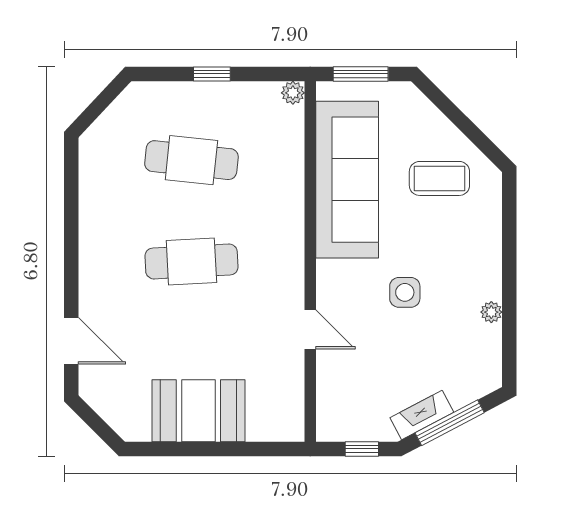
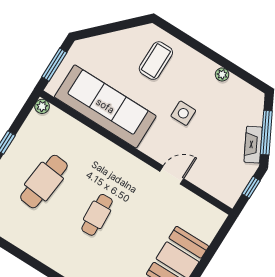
coffee table: (439, 178) -> (156, 61), moved
cafe table: (191, 261) -> (97, 215), width x0.73, depth x0.74

